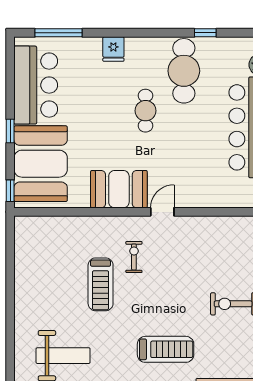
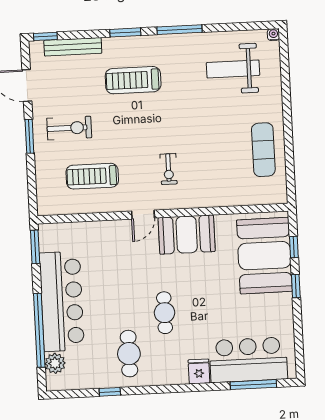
cafe table: (184, 71) -> (129, 354), width x0.73, depth x0.74
bar counter: (36, 85) -> (248, 360), moved, turned 90
window: (10, 191) -> (294, 247), moved
exercise mat: (36, 272) -> (263, 150), added
treadmill: (101, 284) -> (92, 176), moved, turned -90

